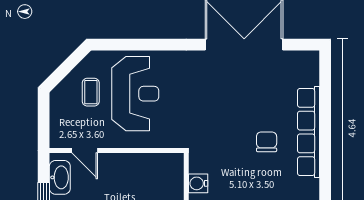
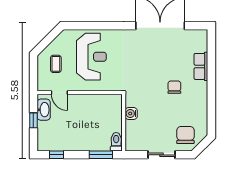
coffee table: (91, 92) -> (56, 64), moved
row of seats: (308, 132) -> (201, 66), width x0.50

